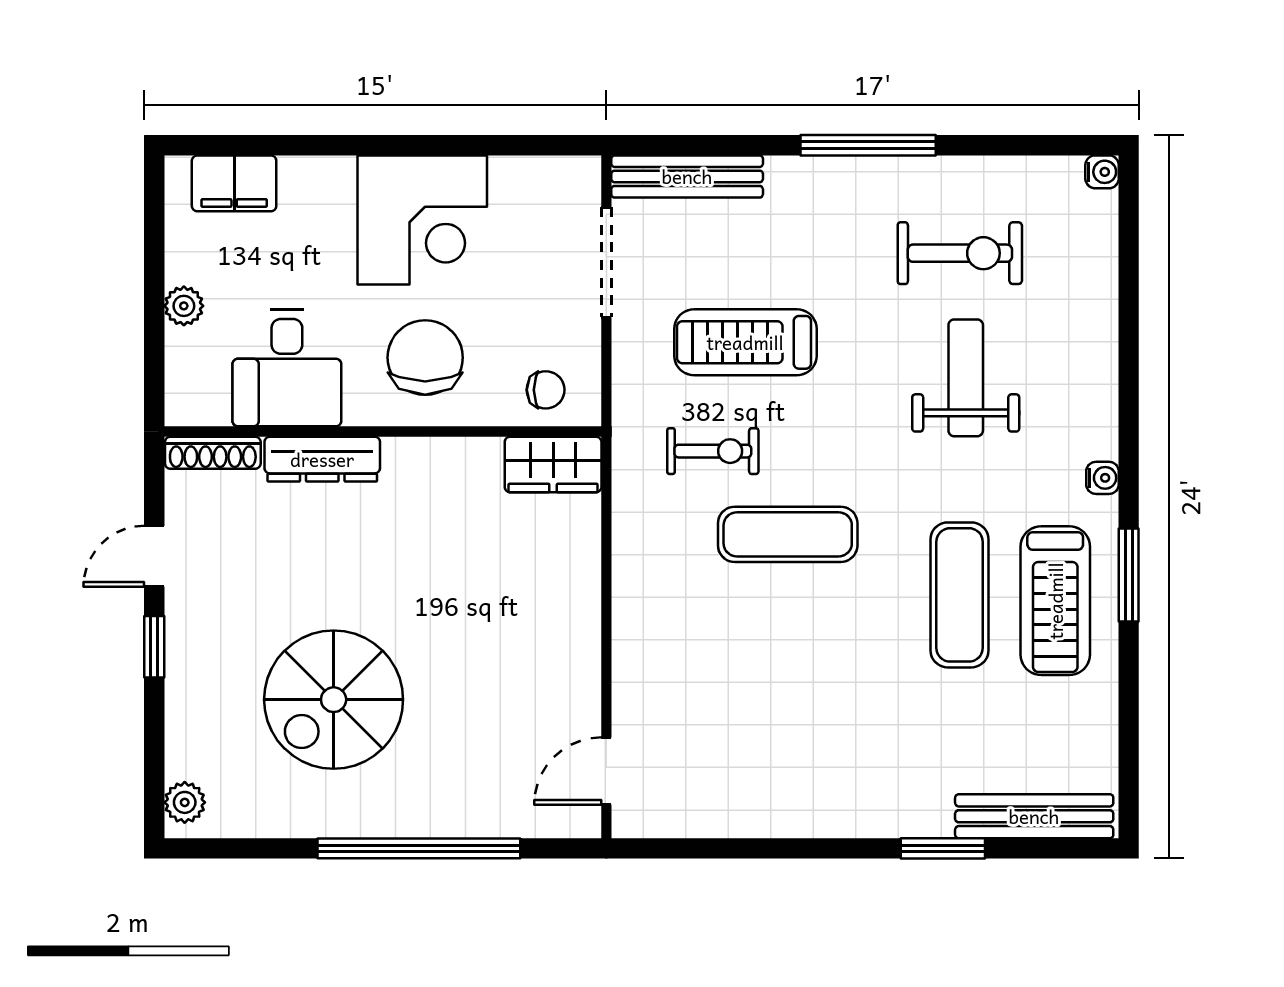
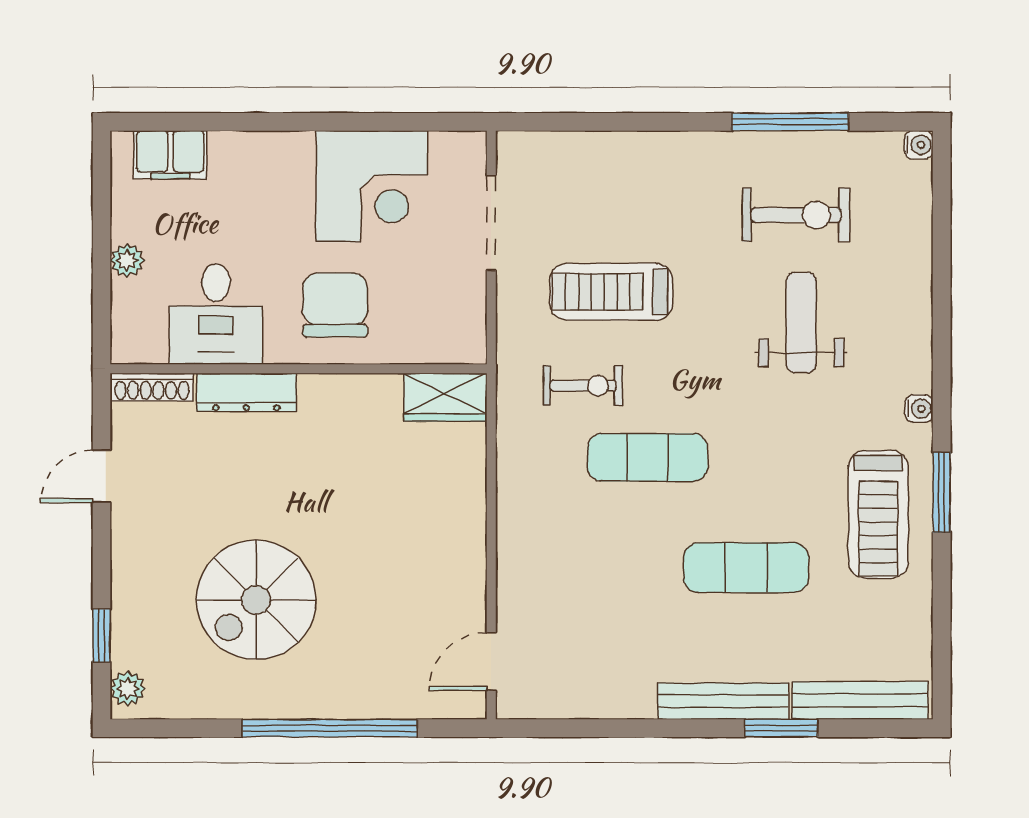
window: (868, 145) -> (790, 122), moved
bench: (687, 176) -> (723, 701), moved
corner desk: (422, 220) -> (372, 186), moved
chair: (546, 390) -> (439, 333), removed
exercise mat: (960, 595) -> (746, 568), moved, turned 90
window: (154, 647) -> (102, 636), moved

